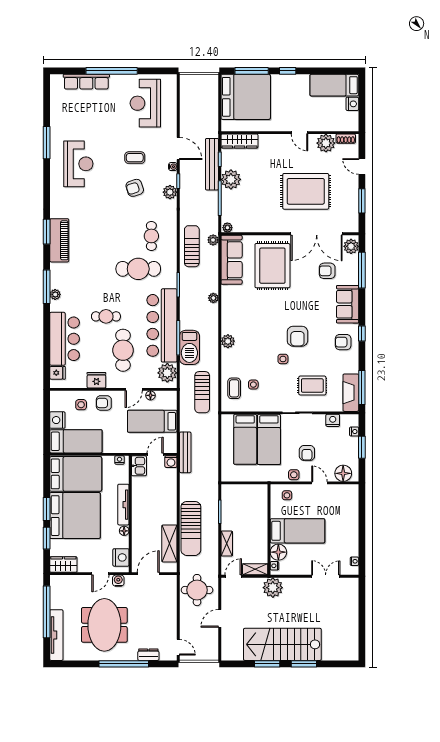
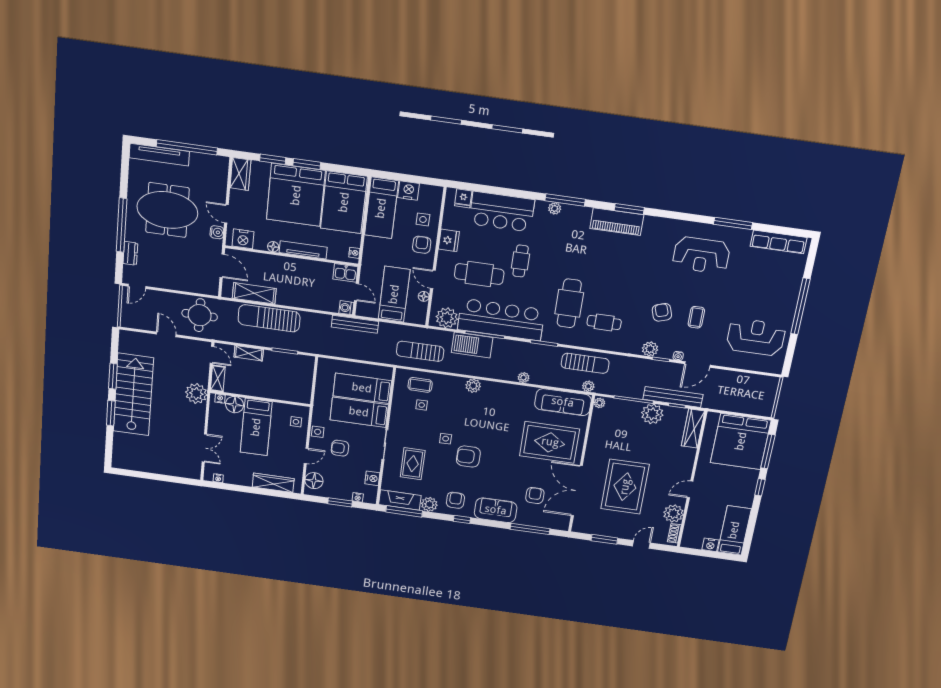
row of seats: (86, 82) -> (779, 242), moved, turned -90
plant: (351, 246) -> (429, 504), moved
wardrobe: (351, 510) -> (273, 483), added

